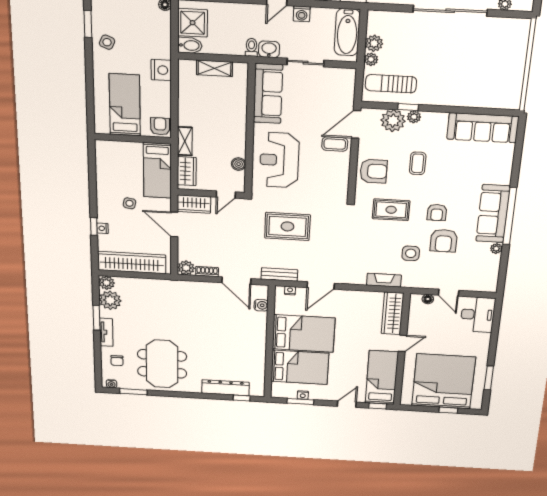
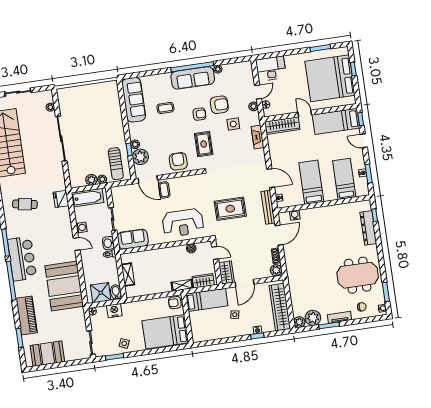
nightstand: (161, 70) -> (114, 311), moved
sofa: (268, 94) -> (133, 239), width x0.73
bed: (125, 105) -> (165, 332), width x1.50
coffee table: (418, 163) -> (165, 108), moved
rug: (287, 226) -> (230, 209), turned 90
bench: (279, 274) -> (268, 207), width x1.36
plant: (429, 283) -> (253, 106), added
bed: (304, 333) -> (311, 182), width x0.67
bed: (300, 367) -> (344, 179), width x0.67

